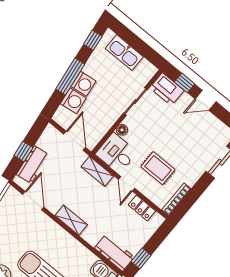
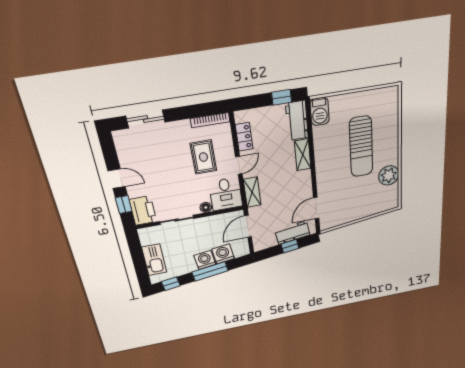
shelving: (71, 220) -> (303, 155), moved

